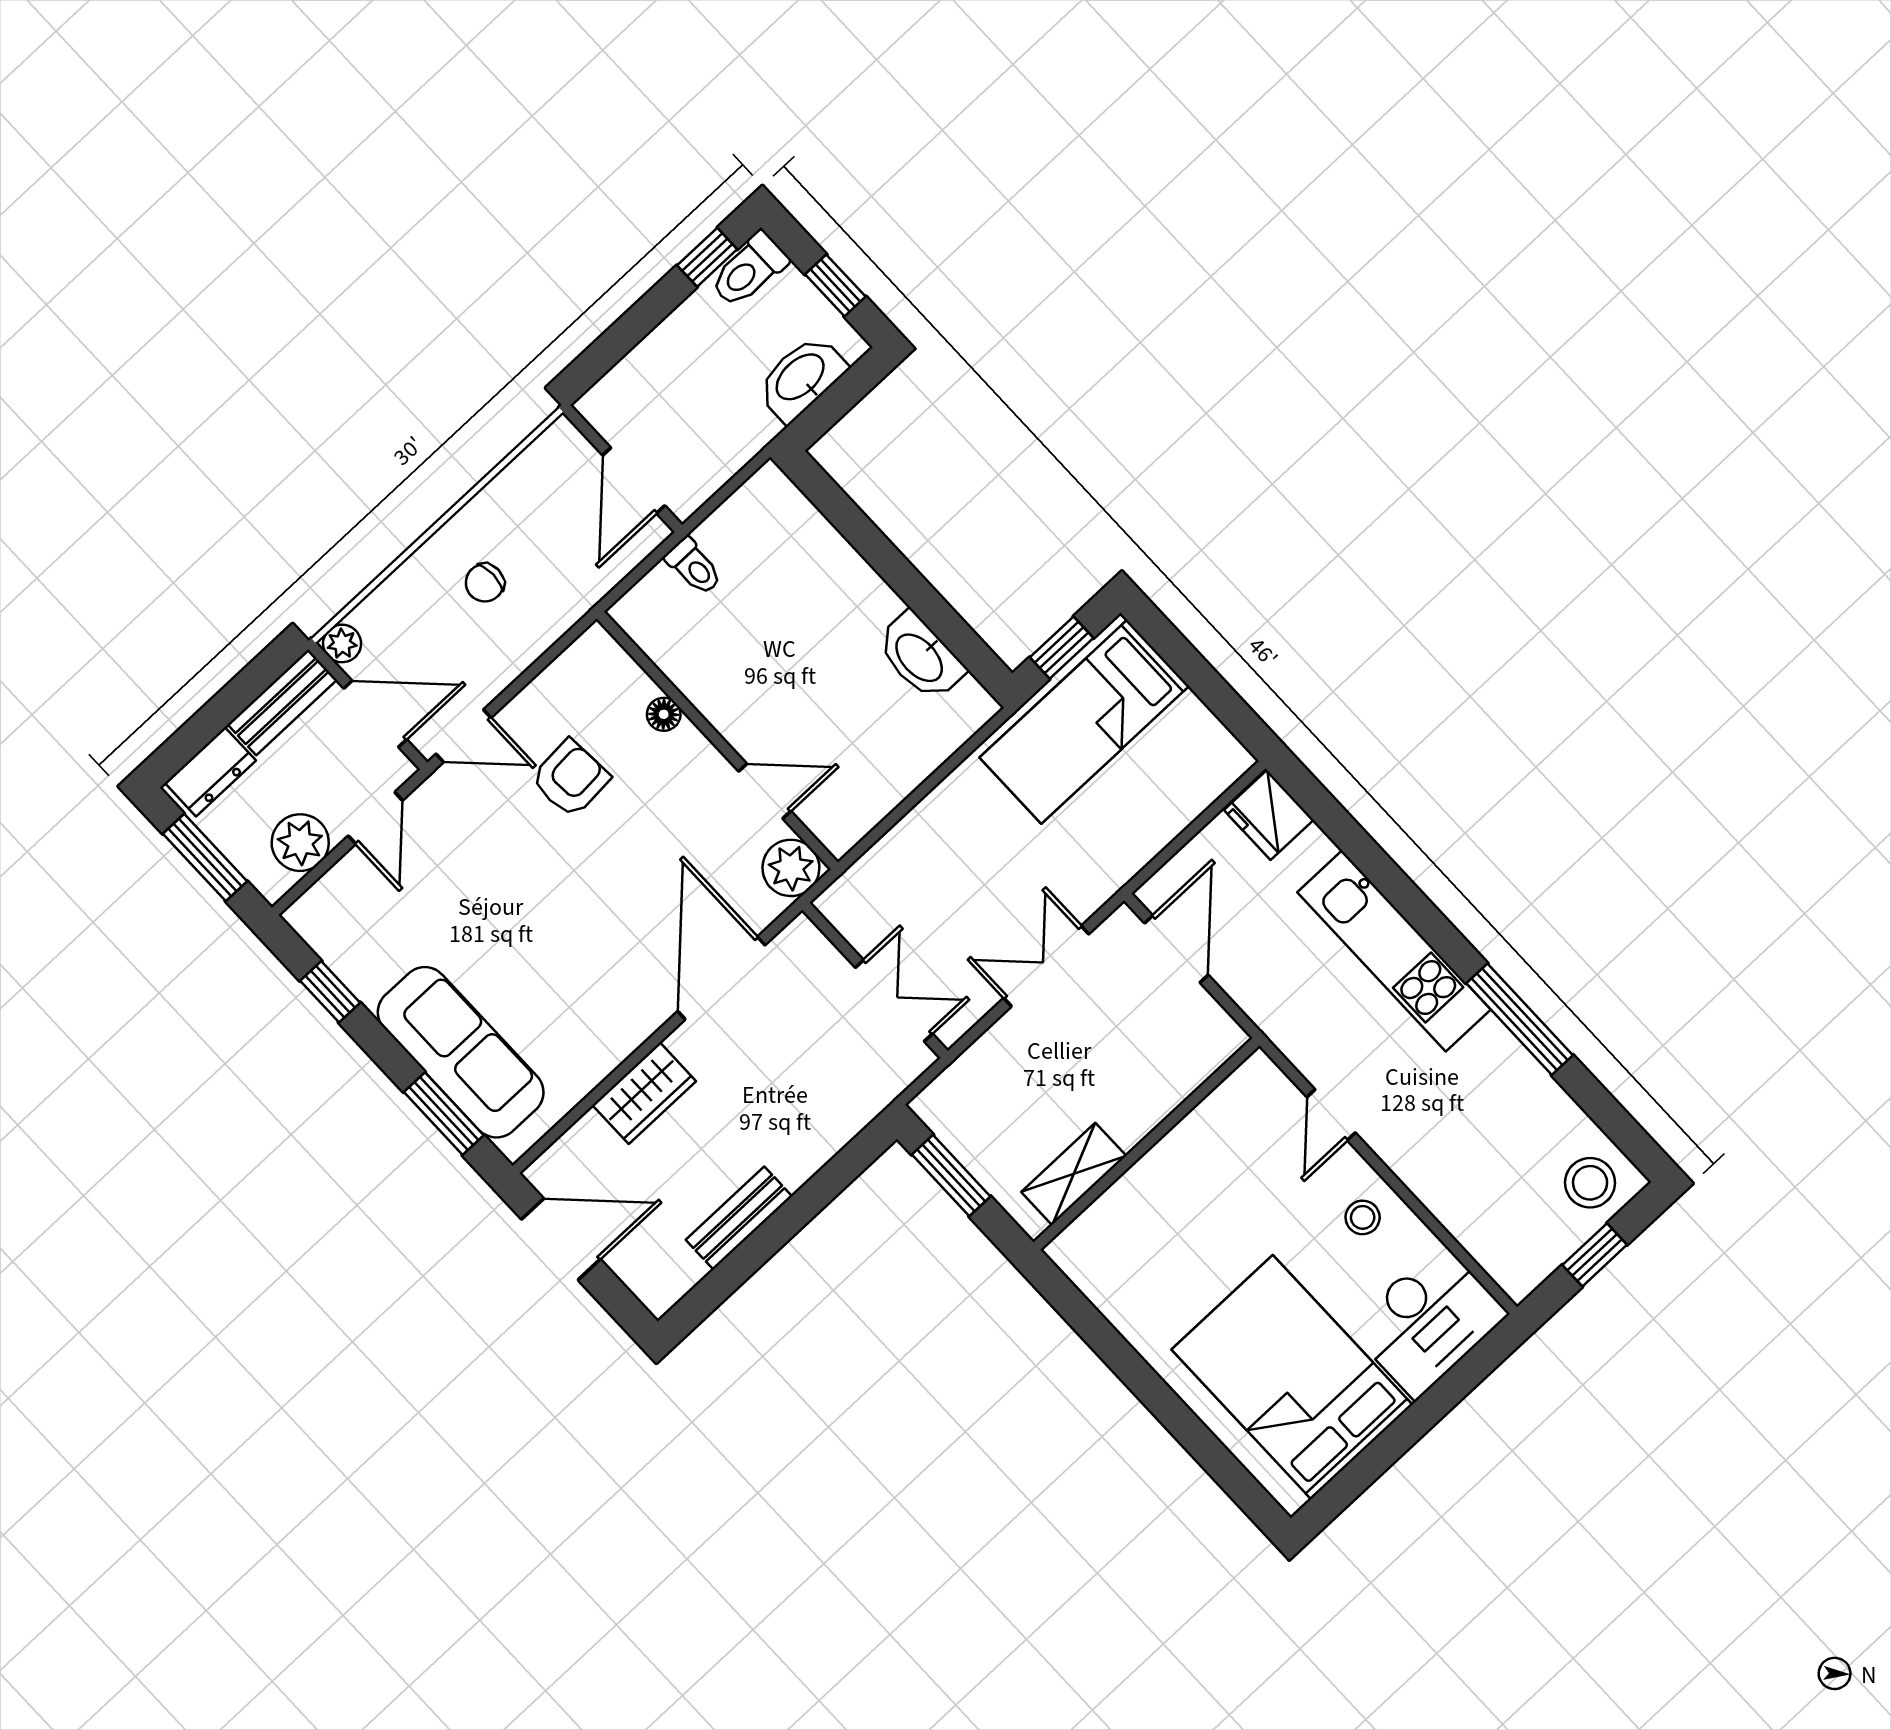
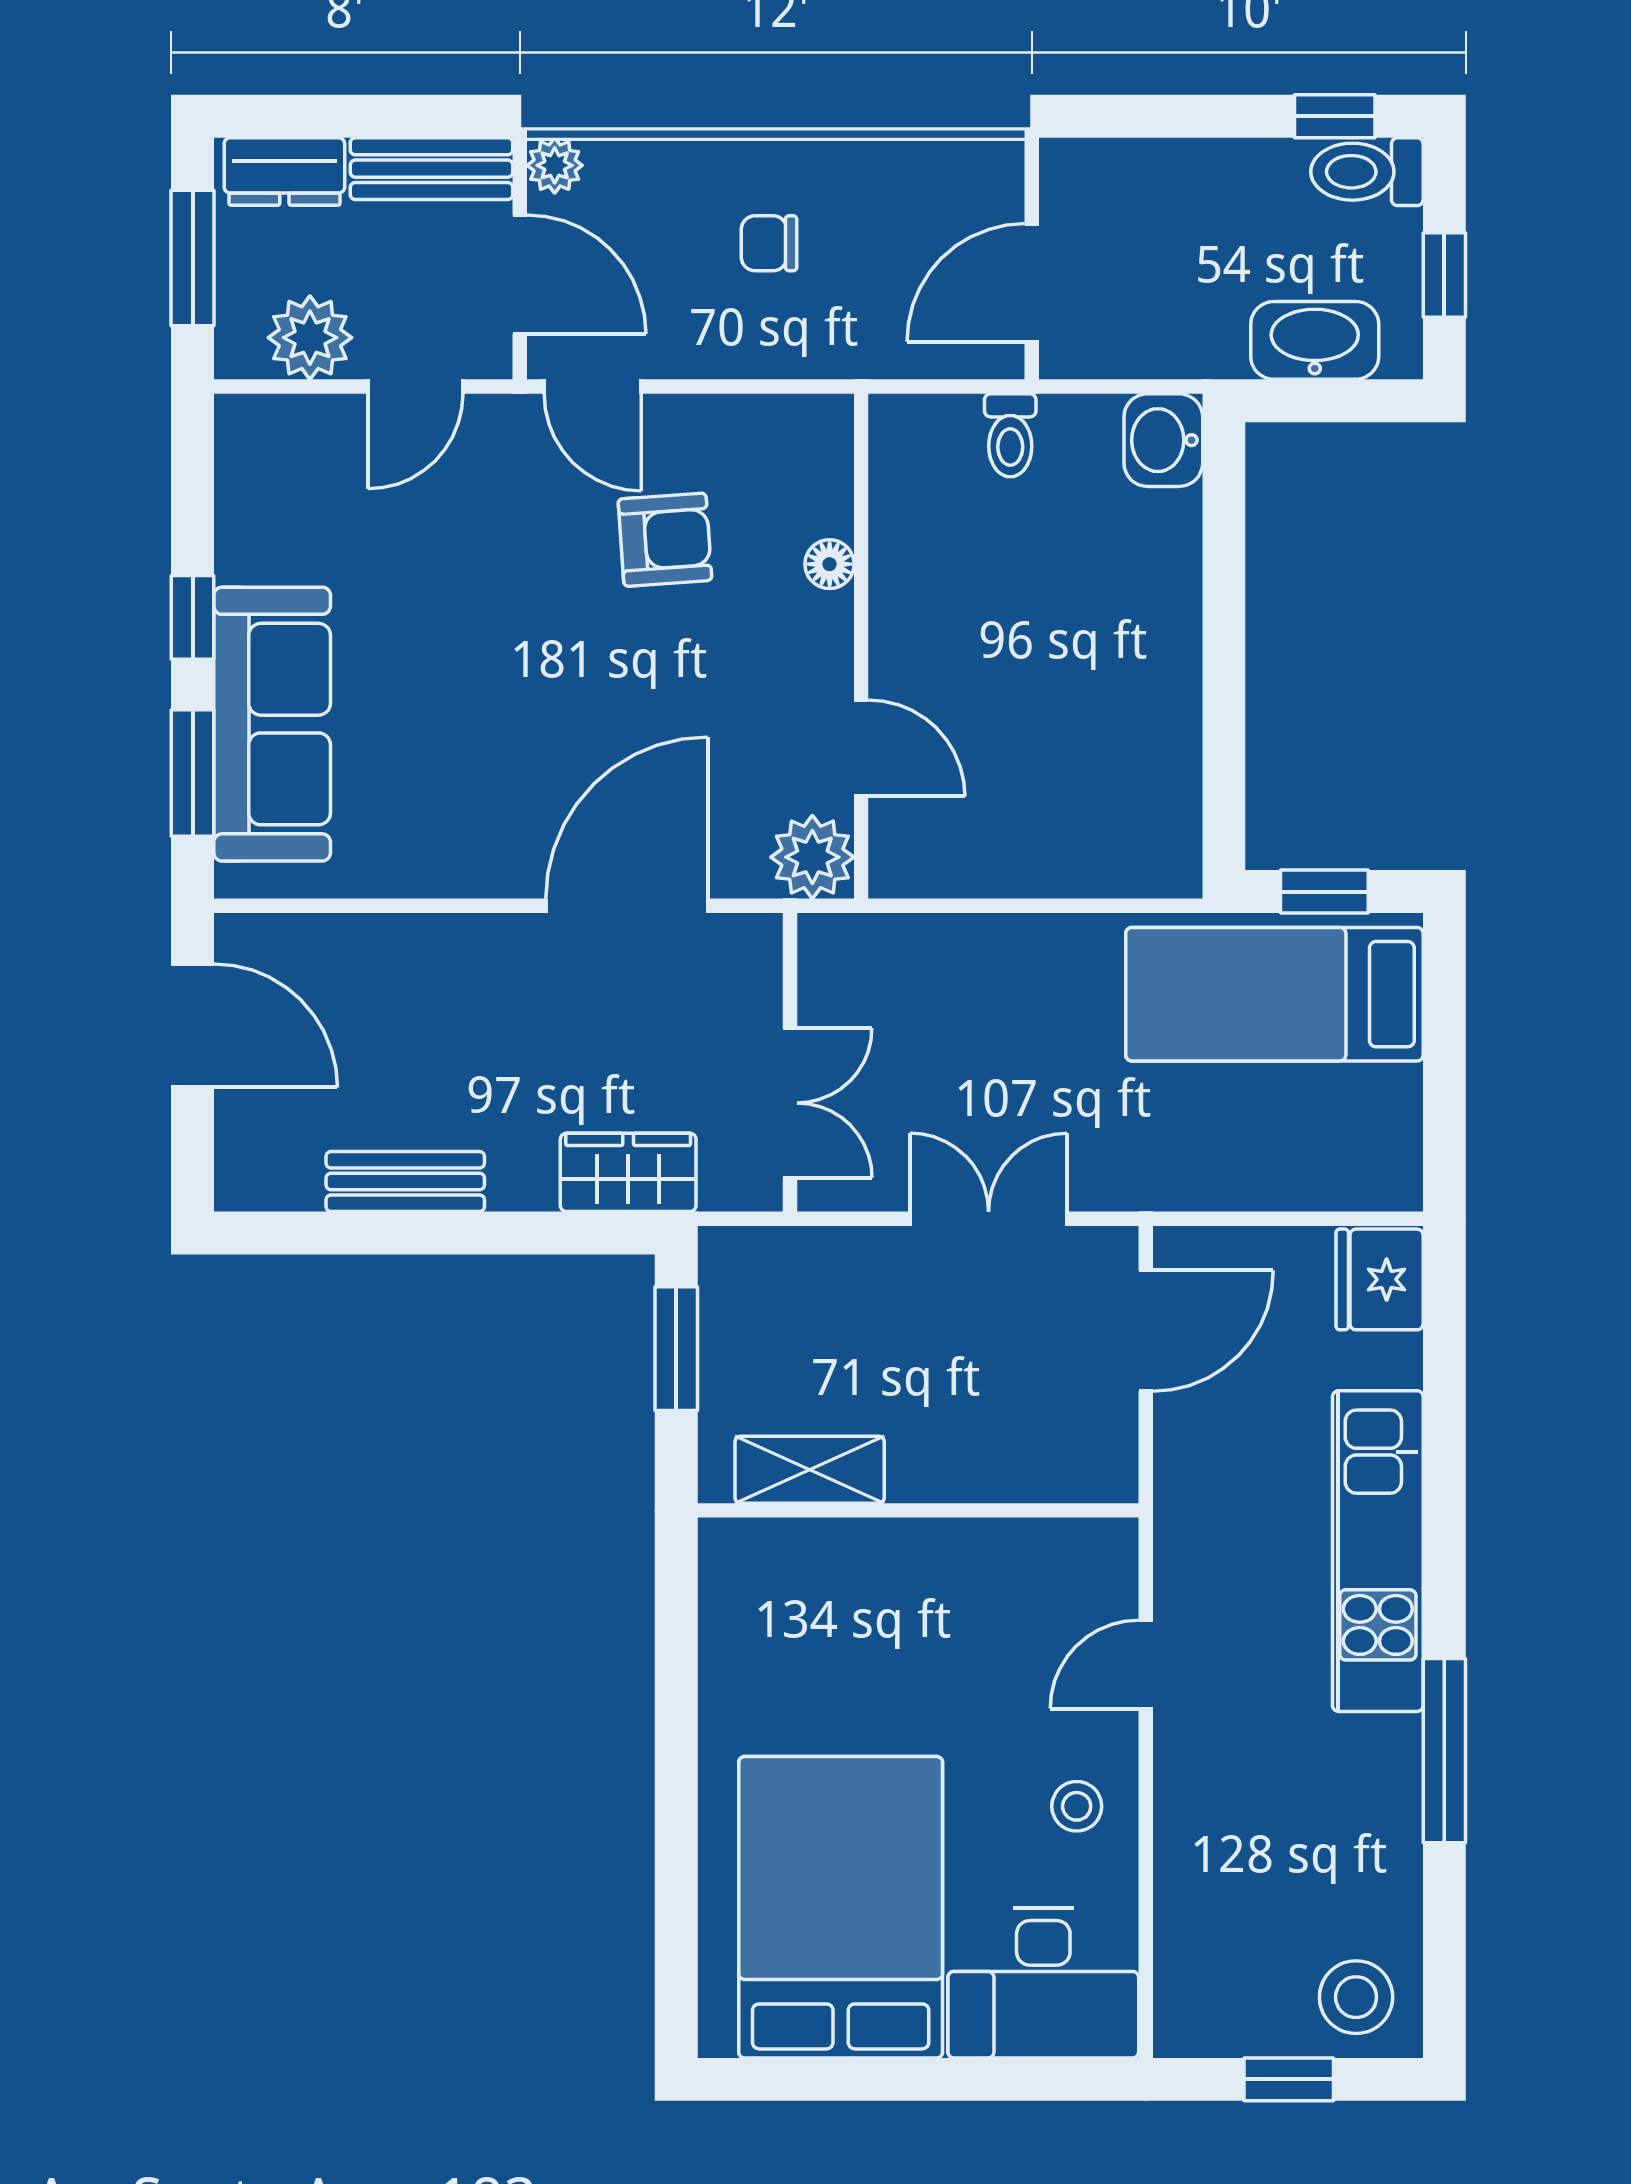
washbasin: (920, 657) -> (1163, 440), moved, width x0.72
window: (330, 992) -> (193, 617), moved
wardrobe: (644, 1093) -> (628, 1172), moved, turned 180

